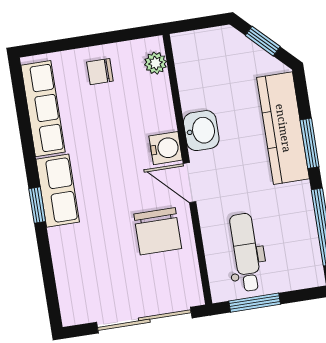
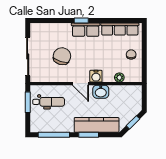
plant: (156, 63) -> (119, 78), moved
door: (189, 183) -> (80, 84), swing flipped
chair: (158, 231) -> (62, 56), moved, turned 107

